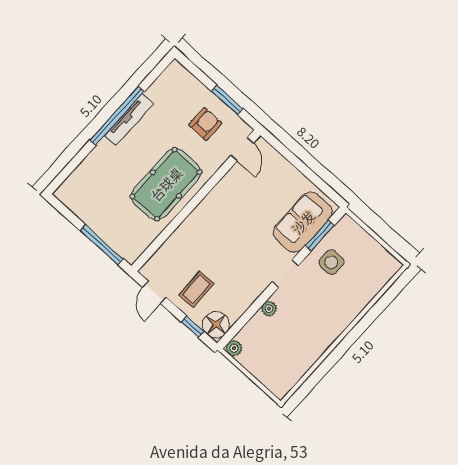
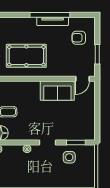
armchair: (205, 124) -> (79, 38), moved, turned 180
pool table: (166, 184) -> (26, 56), moved
sofa: (303, 222) -> (57, 91), moved, turned 180

